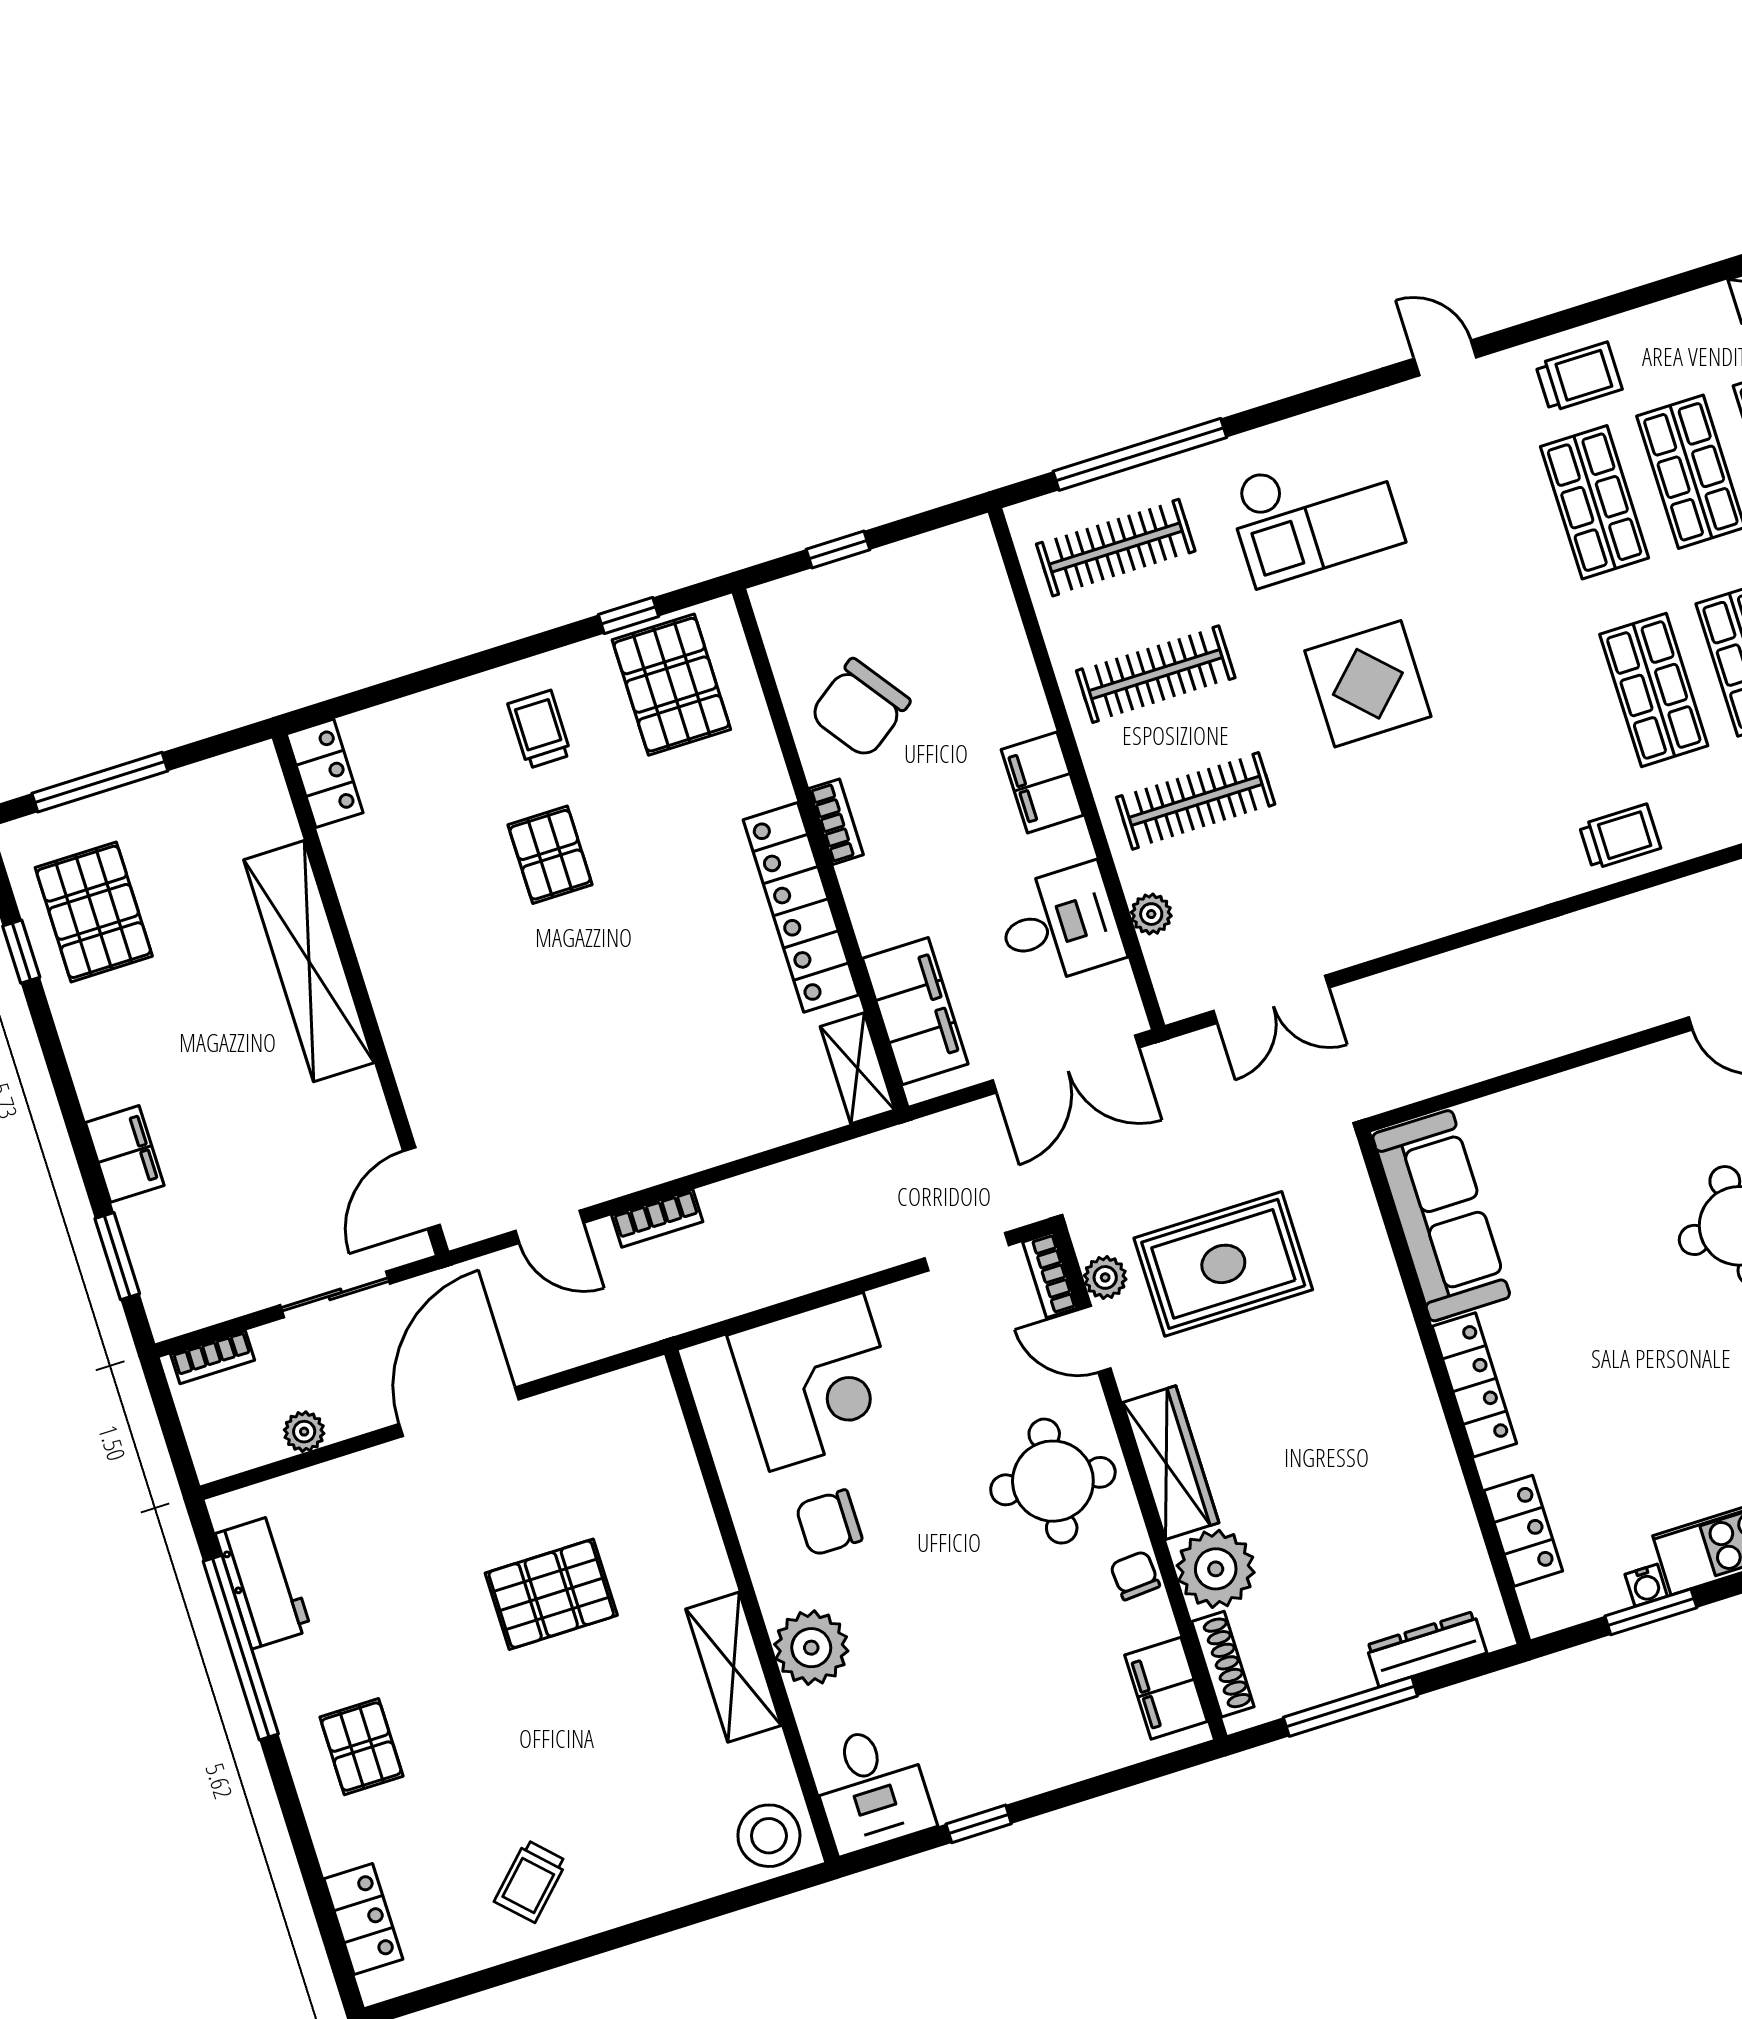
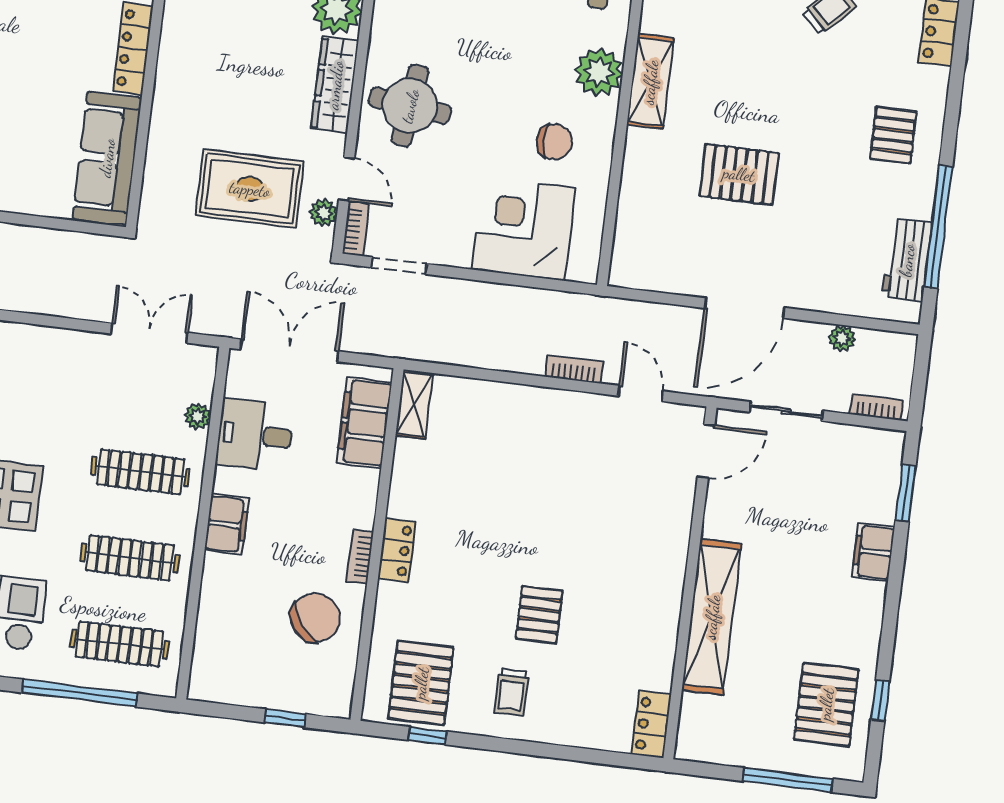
locker: (801, 907) -> (397, 550), width x0.46, depth x0.83
chair: (1135, 1575) -> (387, 27), removed

